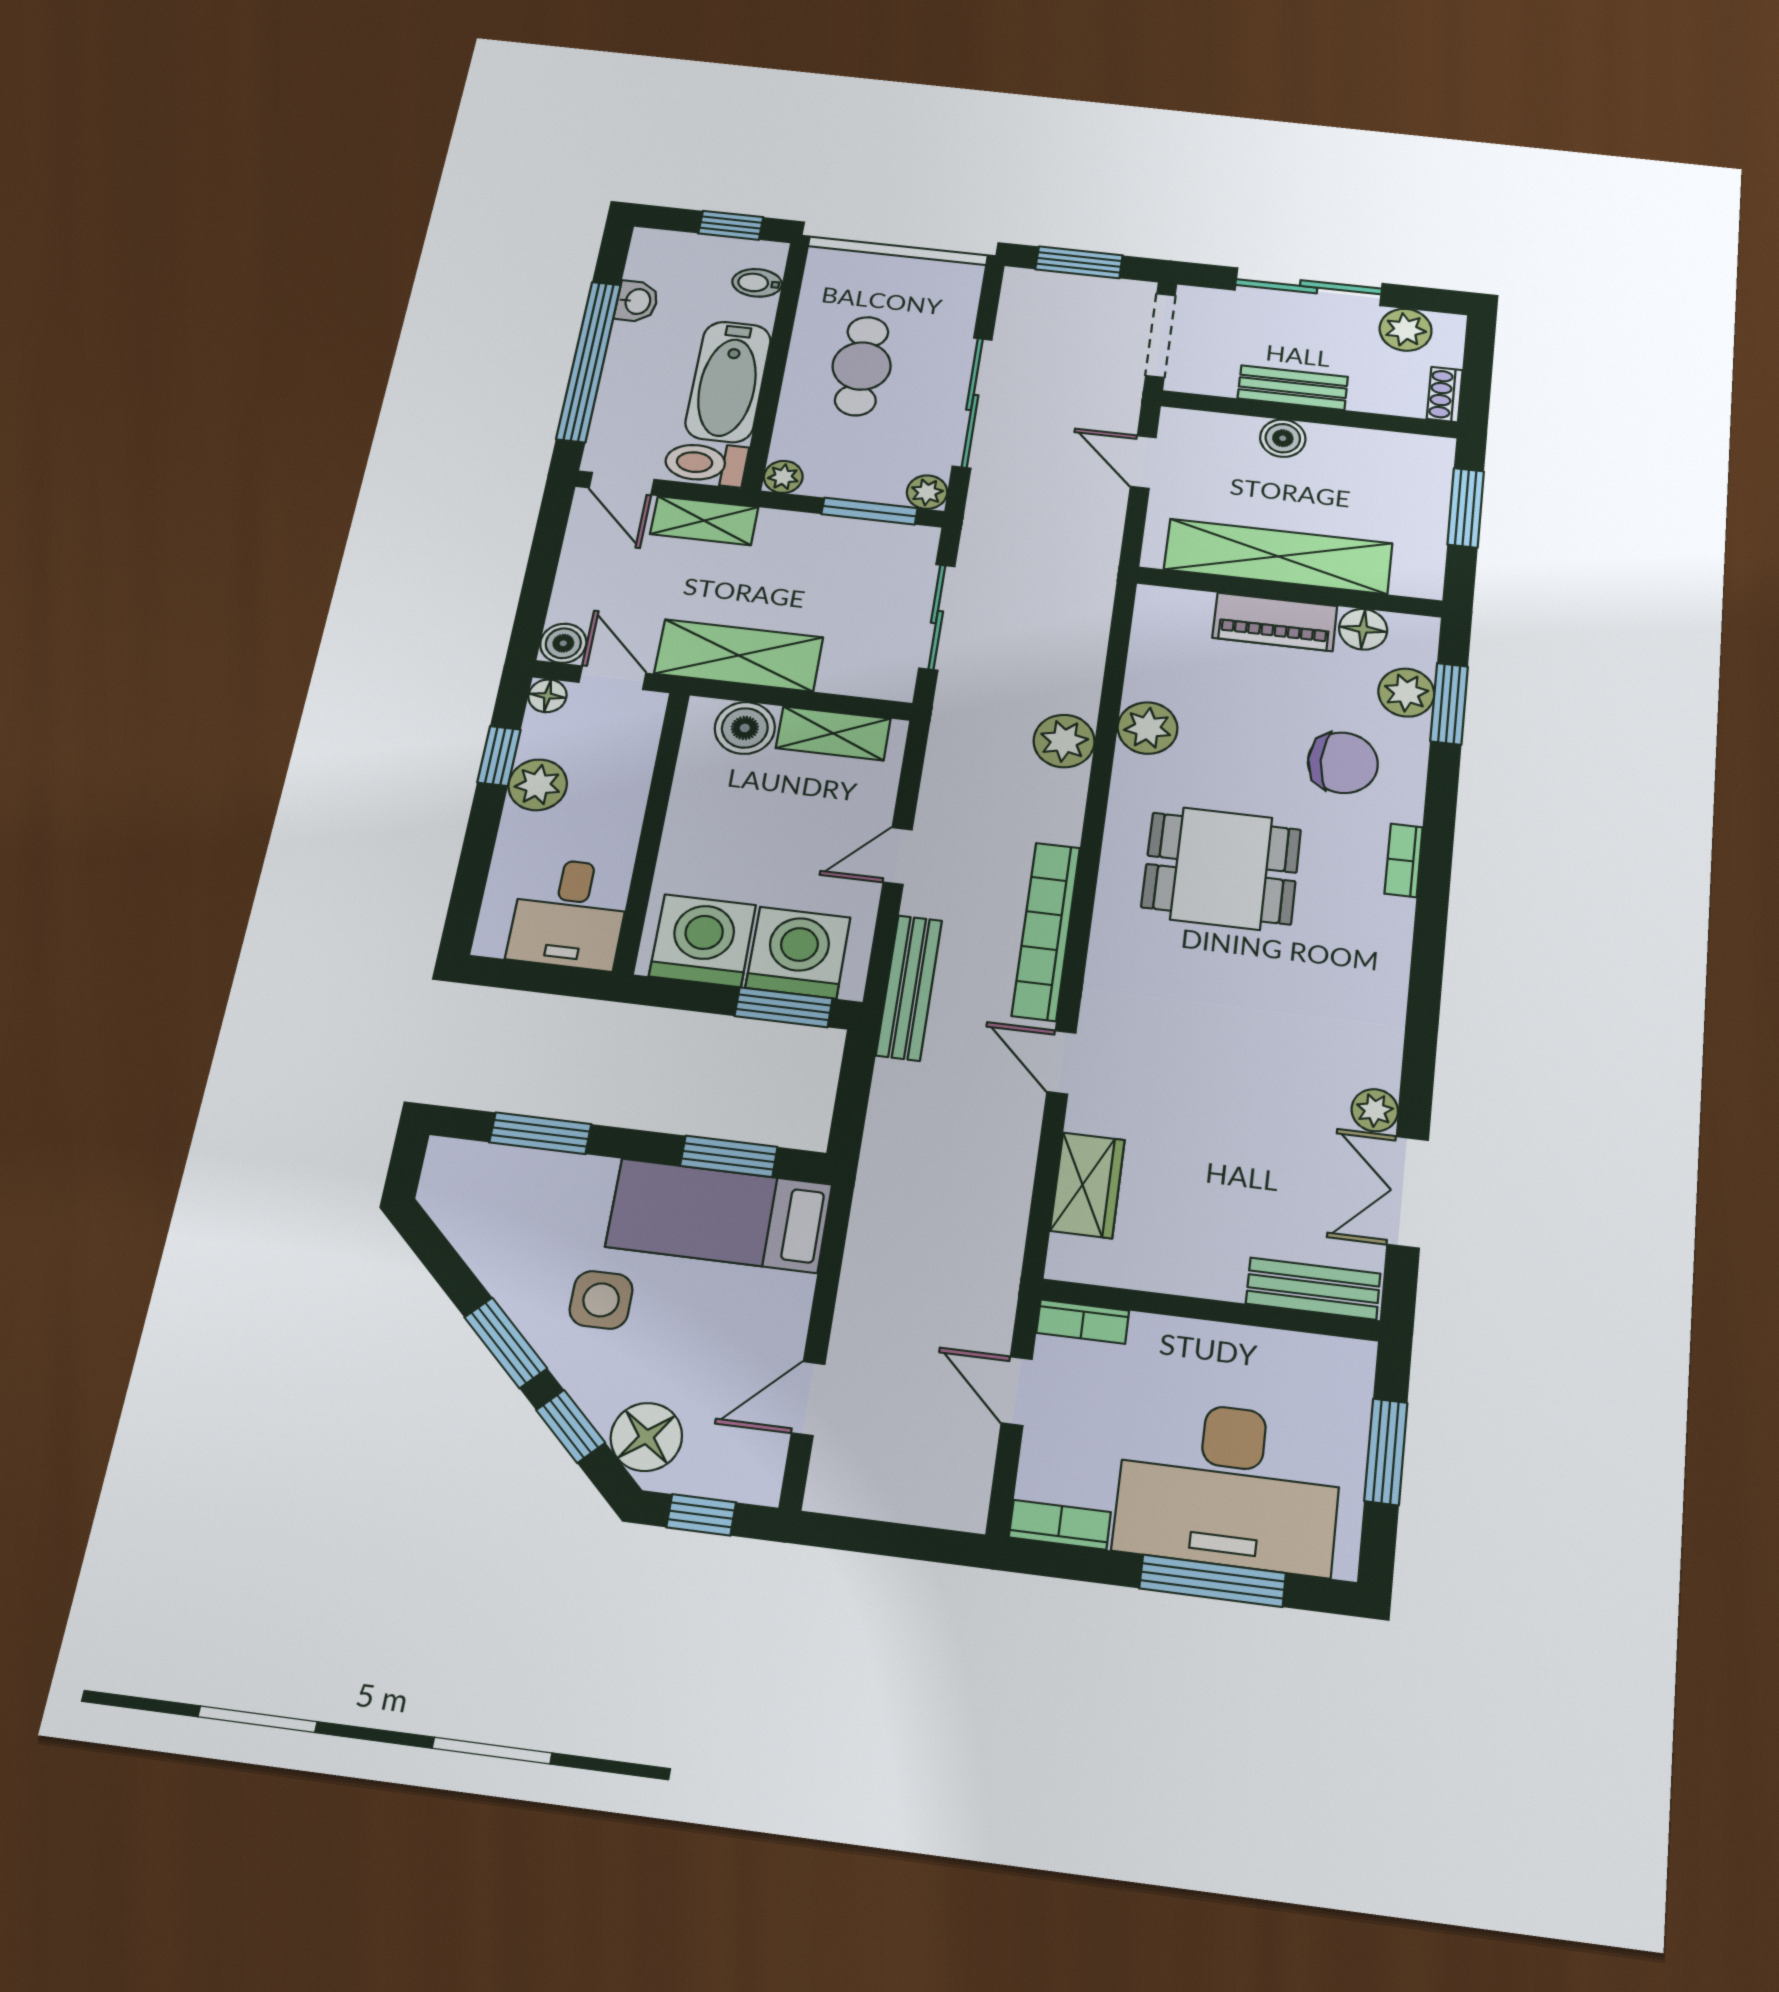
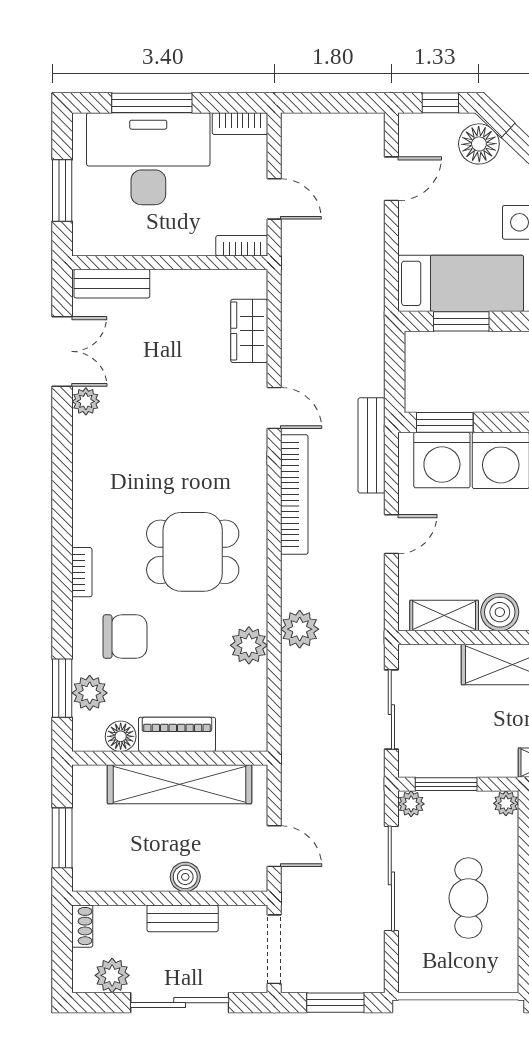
chair: (1343, 763) -> (125, 637), turned 180

